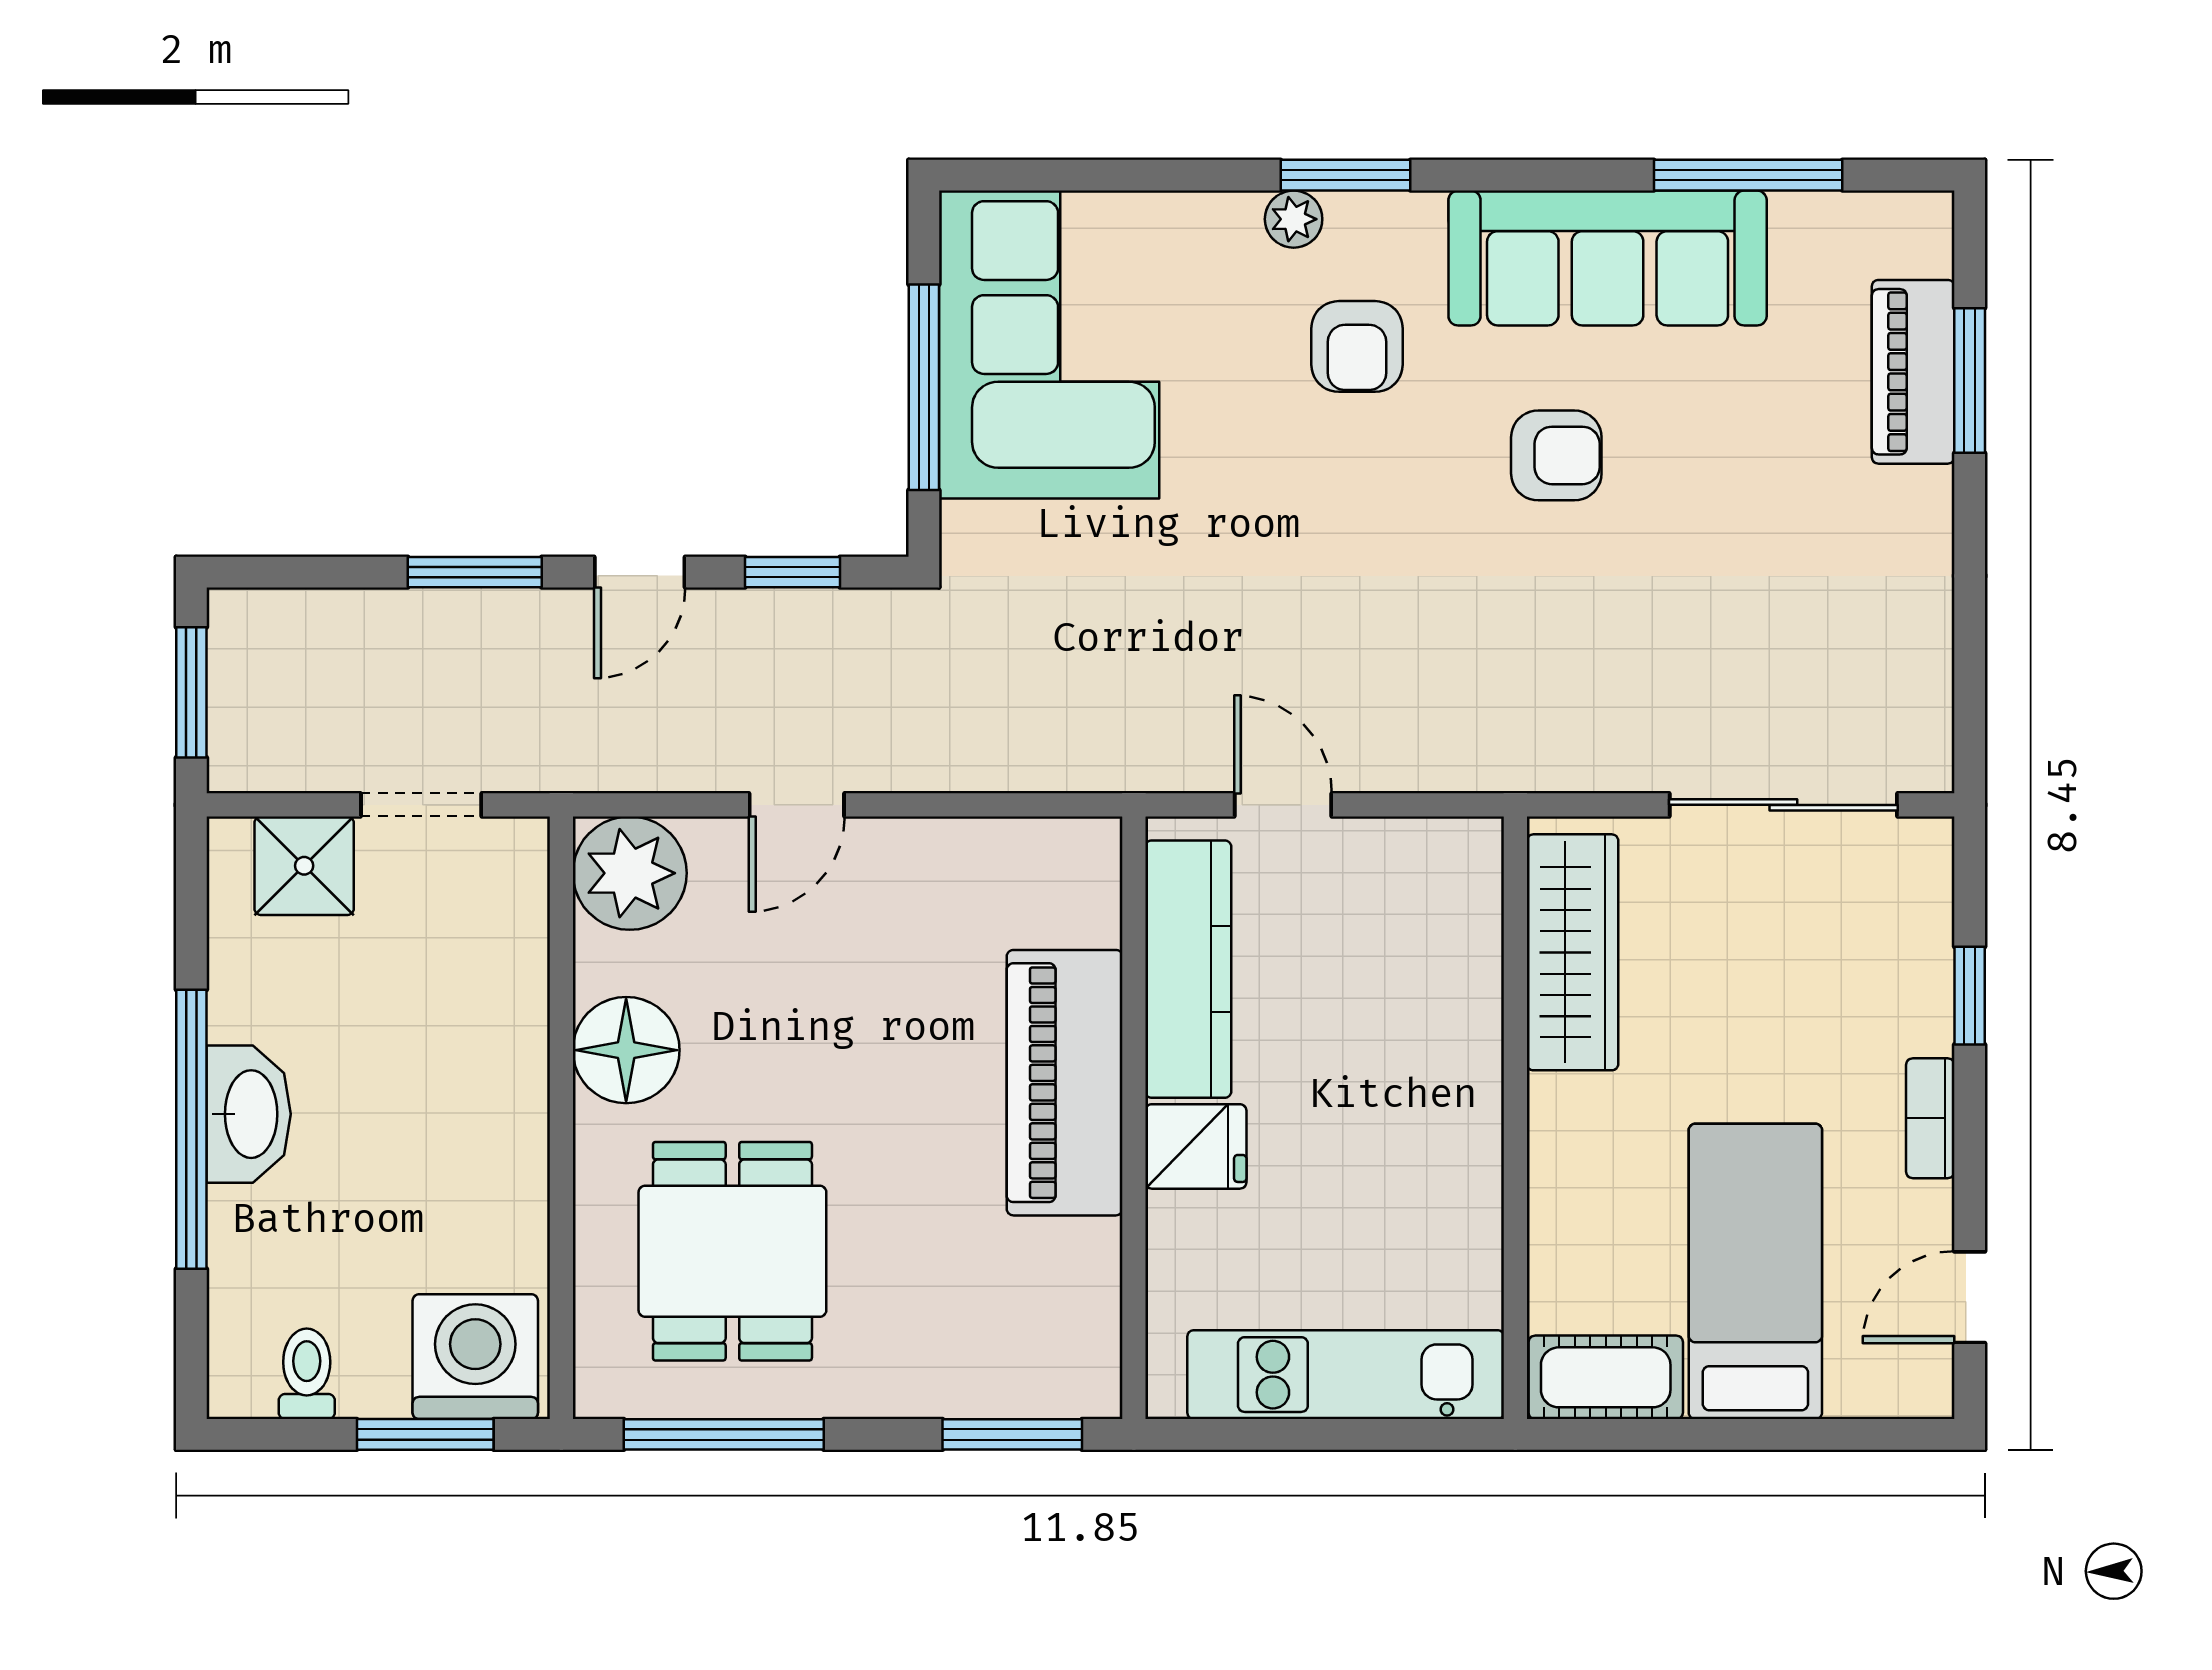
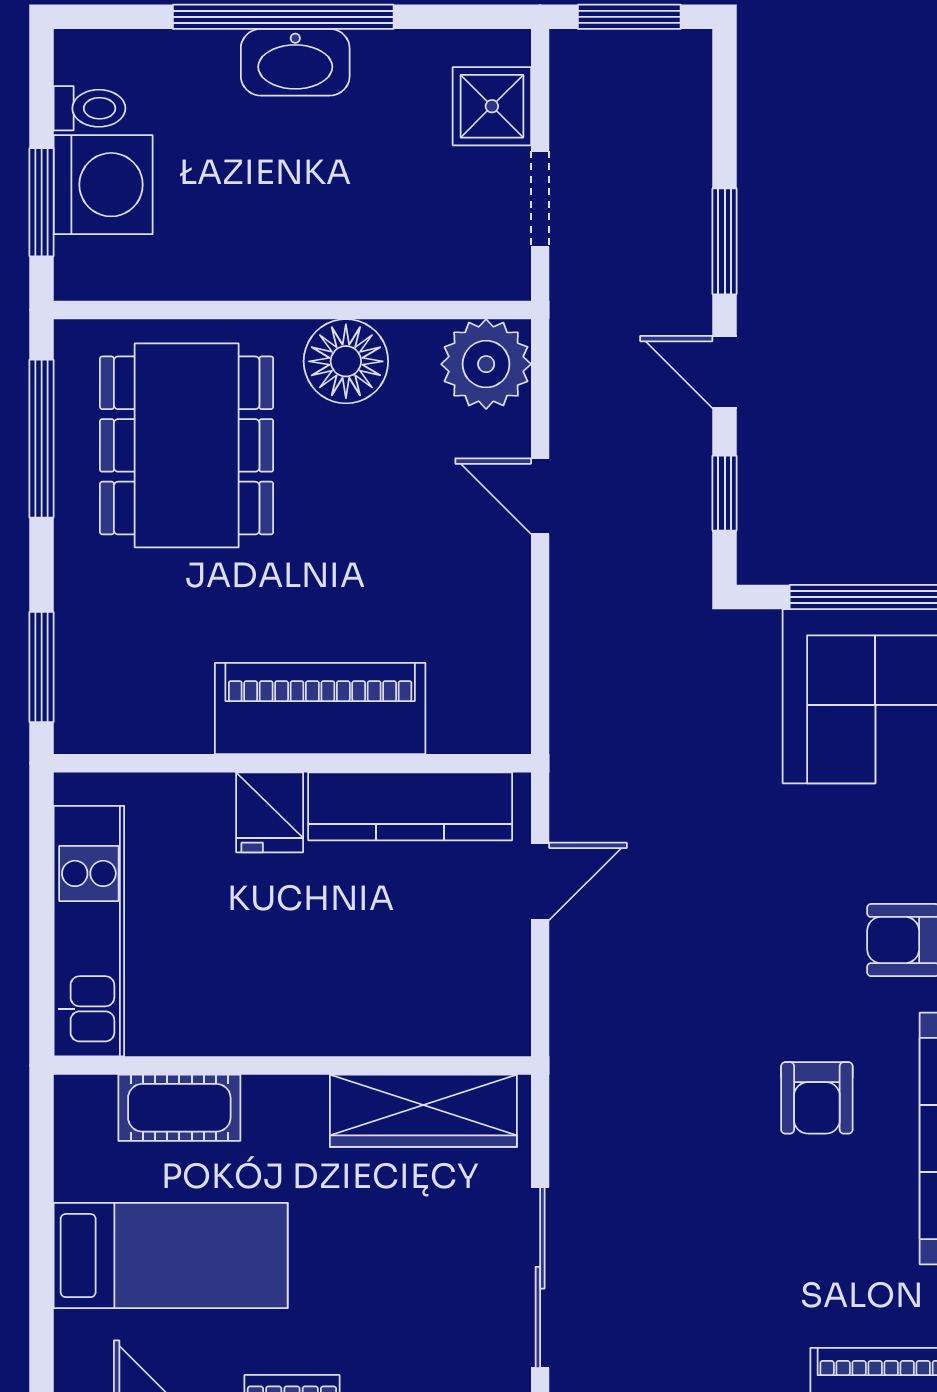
dining table: (732, 1251) -> (187, 445), width x1.38
washing machine: (475, 1357) -> (103, 185), moved
cot: (1606, 1377) -> (179, 1108), moved, turned 90

